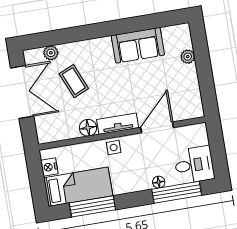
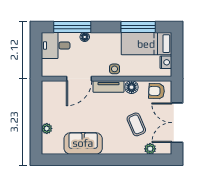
armchair: (55, 128) -> (157, 91), added

